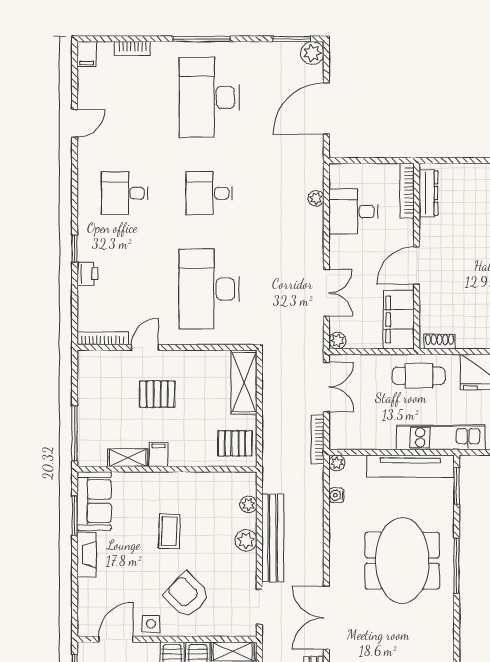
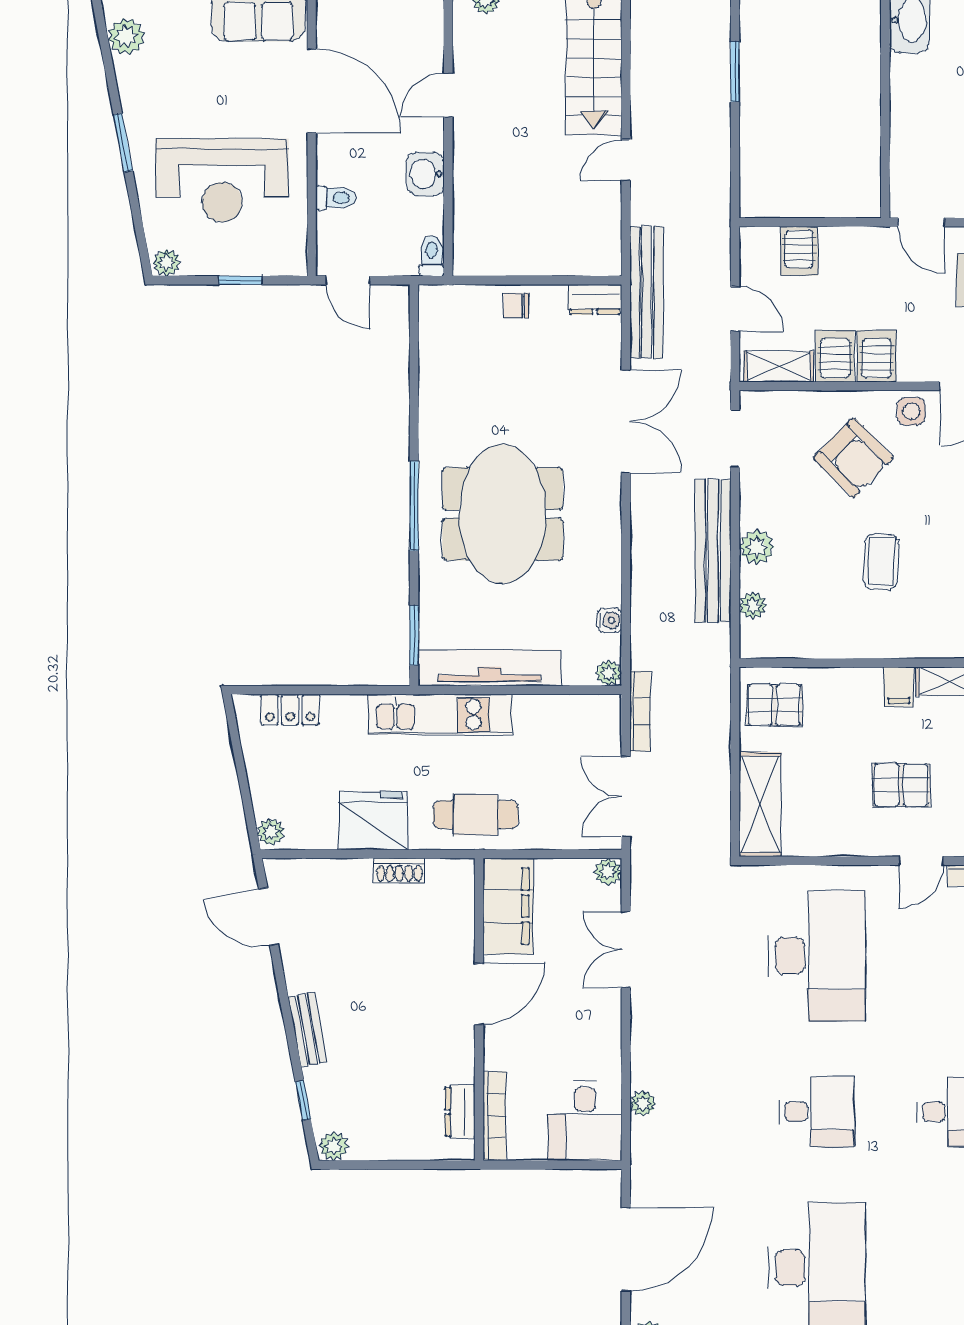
dresser: (428, 193) -> (460, 1112), width x0.70
desk: (353, 211) -> (585, 1121), moved, turned 90
shoe rack: (439, 342) -> (399, 870), moved

